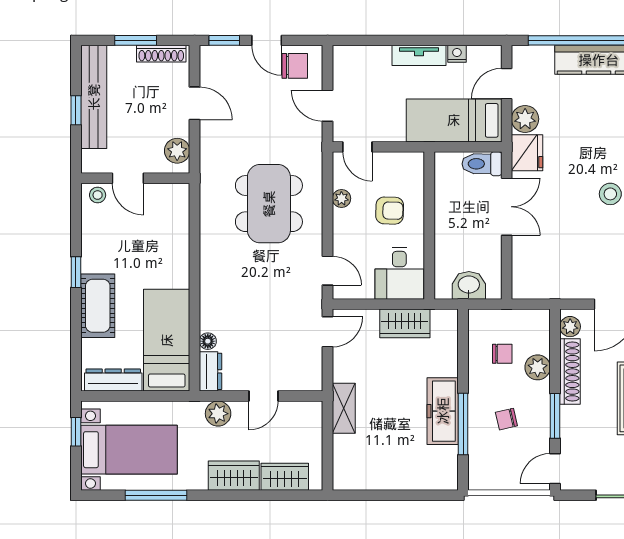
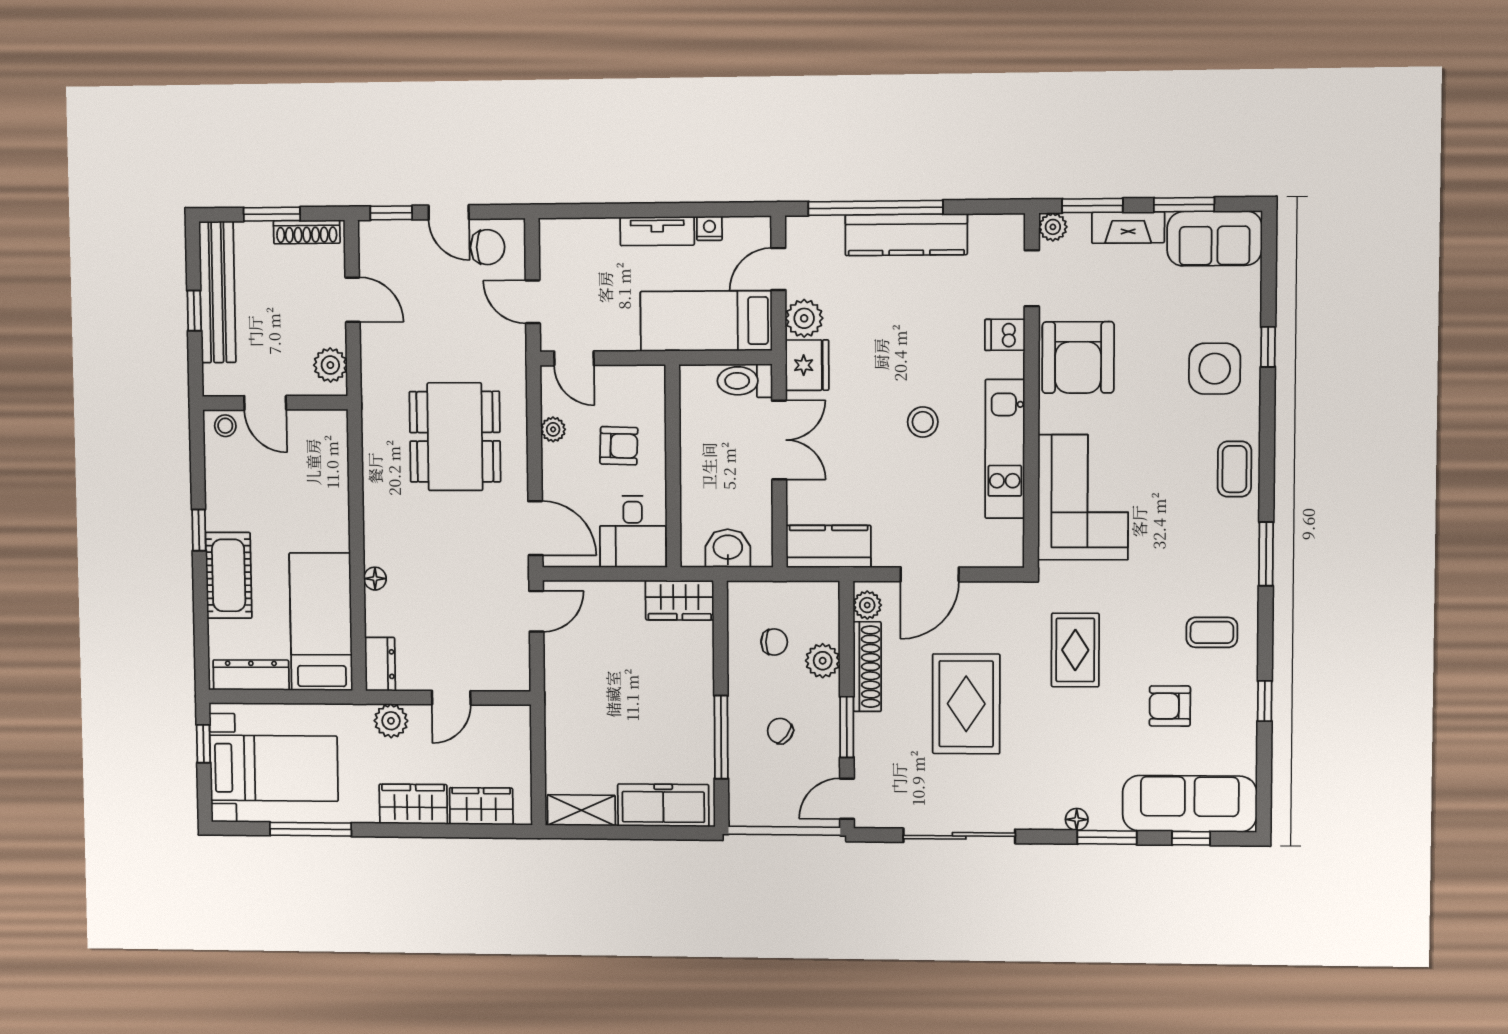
door: (328, 271) -> (535, 528), width x1.38
kitchen counter: (542, 284) -> (829, 546), added
wardrobe: (405, 323) -> (680, 600), moved
floor lamp: (208, 341) -> (375, 579), moved
shelving: (344, 408) -> (581, 810), moved, turned 90
freezer: (443, 411) -> (663, 805), moved, turned 90
chair: (506, 419) -> (780, 731), turned 50

